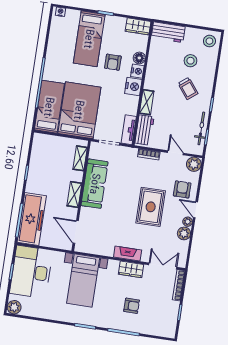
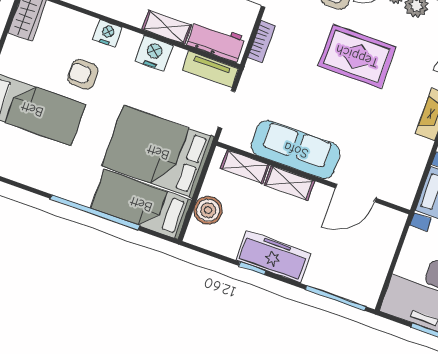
floor lamp: (139, 58) -> (84, 25), removed
armchair: (113, 62) -> (83, 74), turned 180
nightstand: (133, 86) -> (154, 53), moved
boiler: (53, 143) -> (208, 210), added
shelving: (74, 195) -> (289, 183), moved
freezer: (32, 219) -> (273, 257), moved, width x0.73, depth x0.79
door: (76, 232) -> (356, 193), moved

